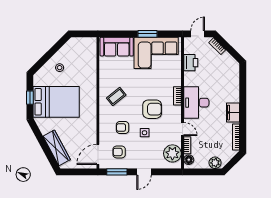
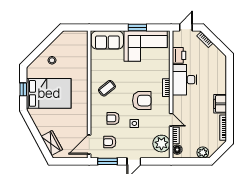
desk: (196, 103) -> (185, 80), moved
wardrobe: (57, 148) -> (52, 143), width x0.67

